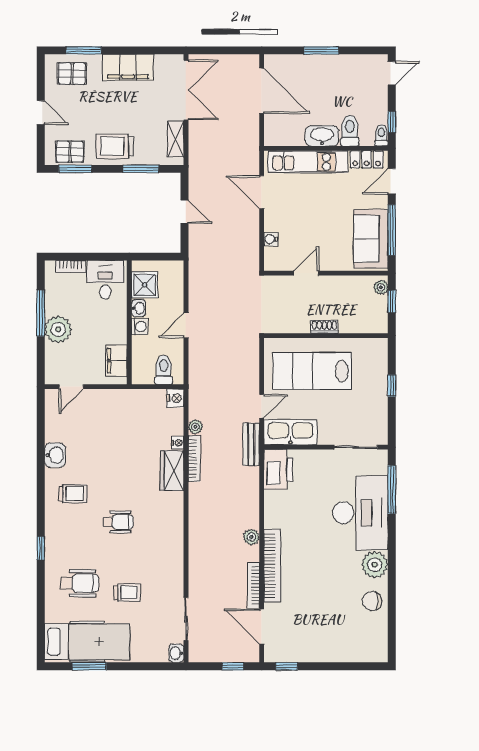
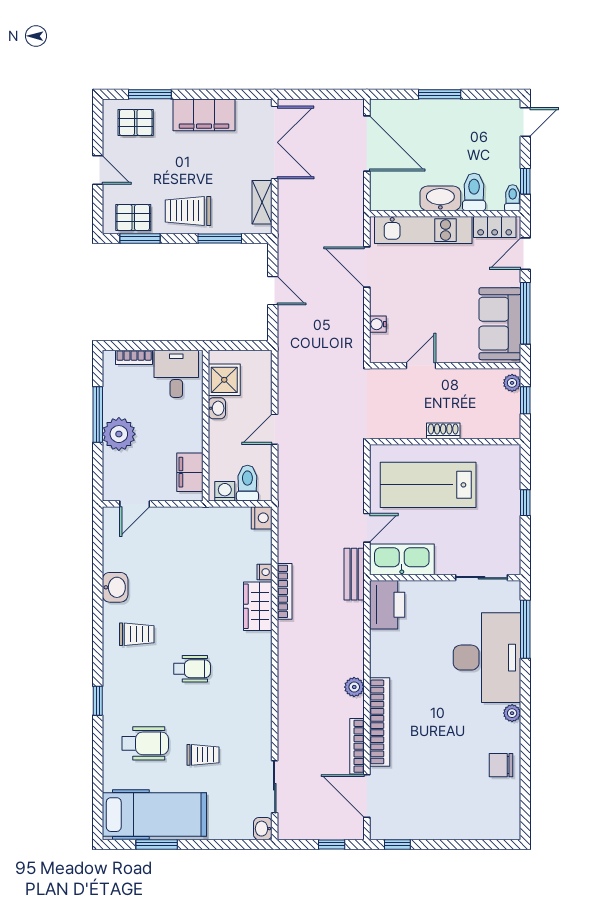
washing machine: (140, 326) -> (225, 491), moved, turned -90
plant: (195, 427) -> (286, 553), removed
plant: (375, 565) -> (512, 713), width x0.53, depth x0.53

